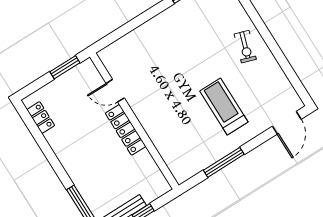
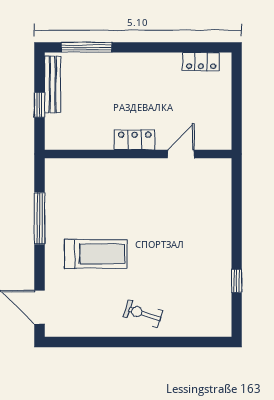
window: (65, 67) -> (237, 118), removed
locker: (126, 130) -> (135, 140), width x0.66

